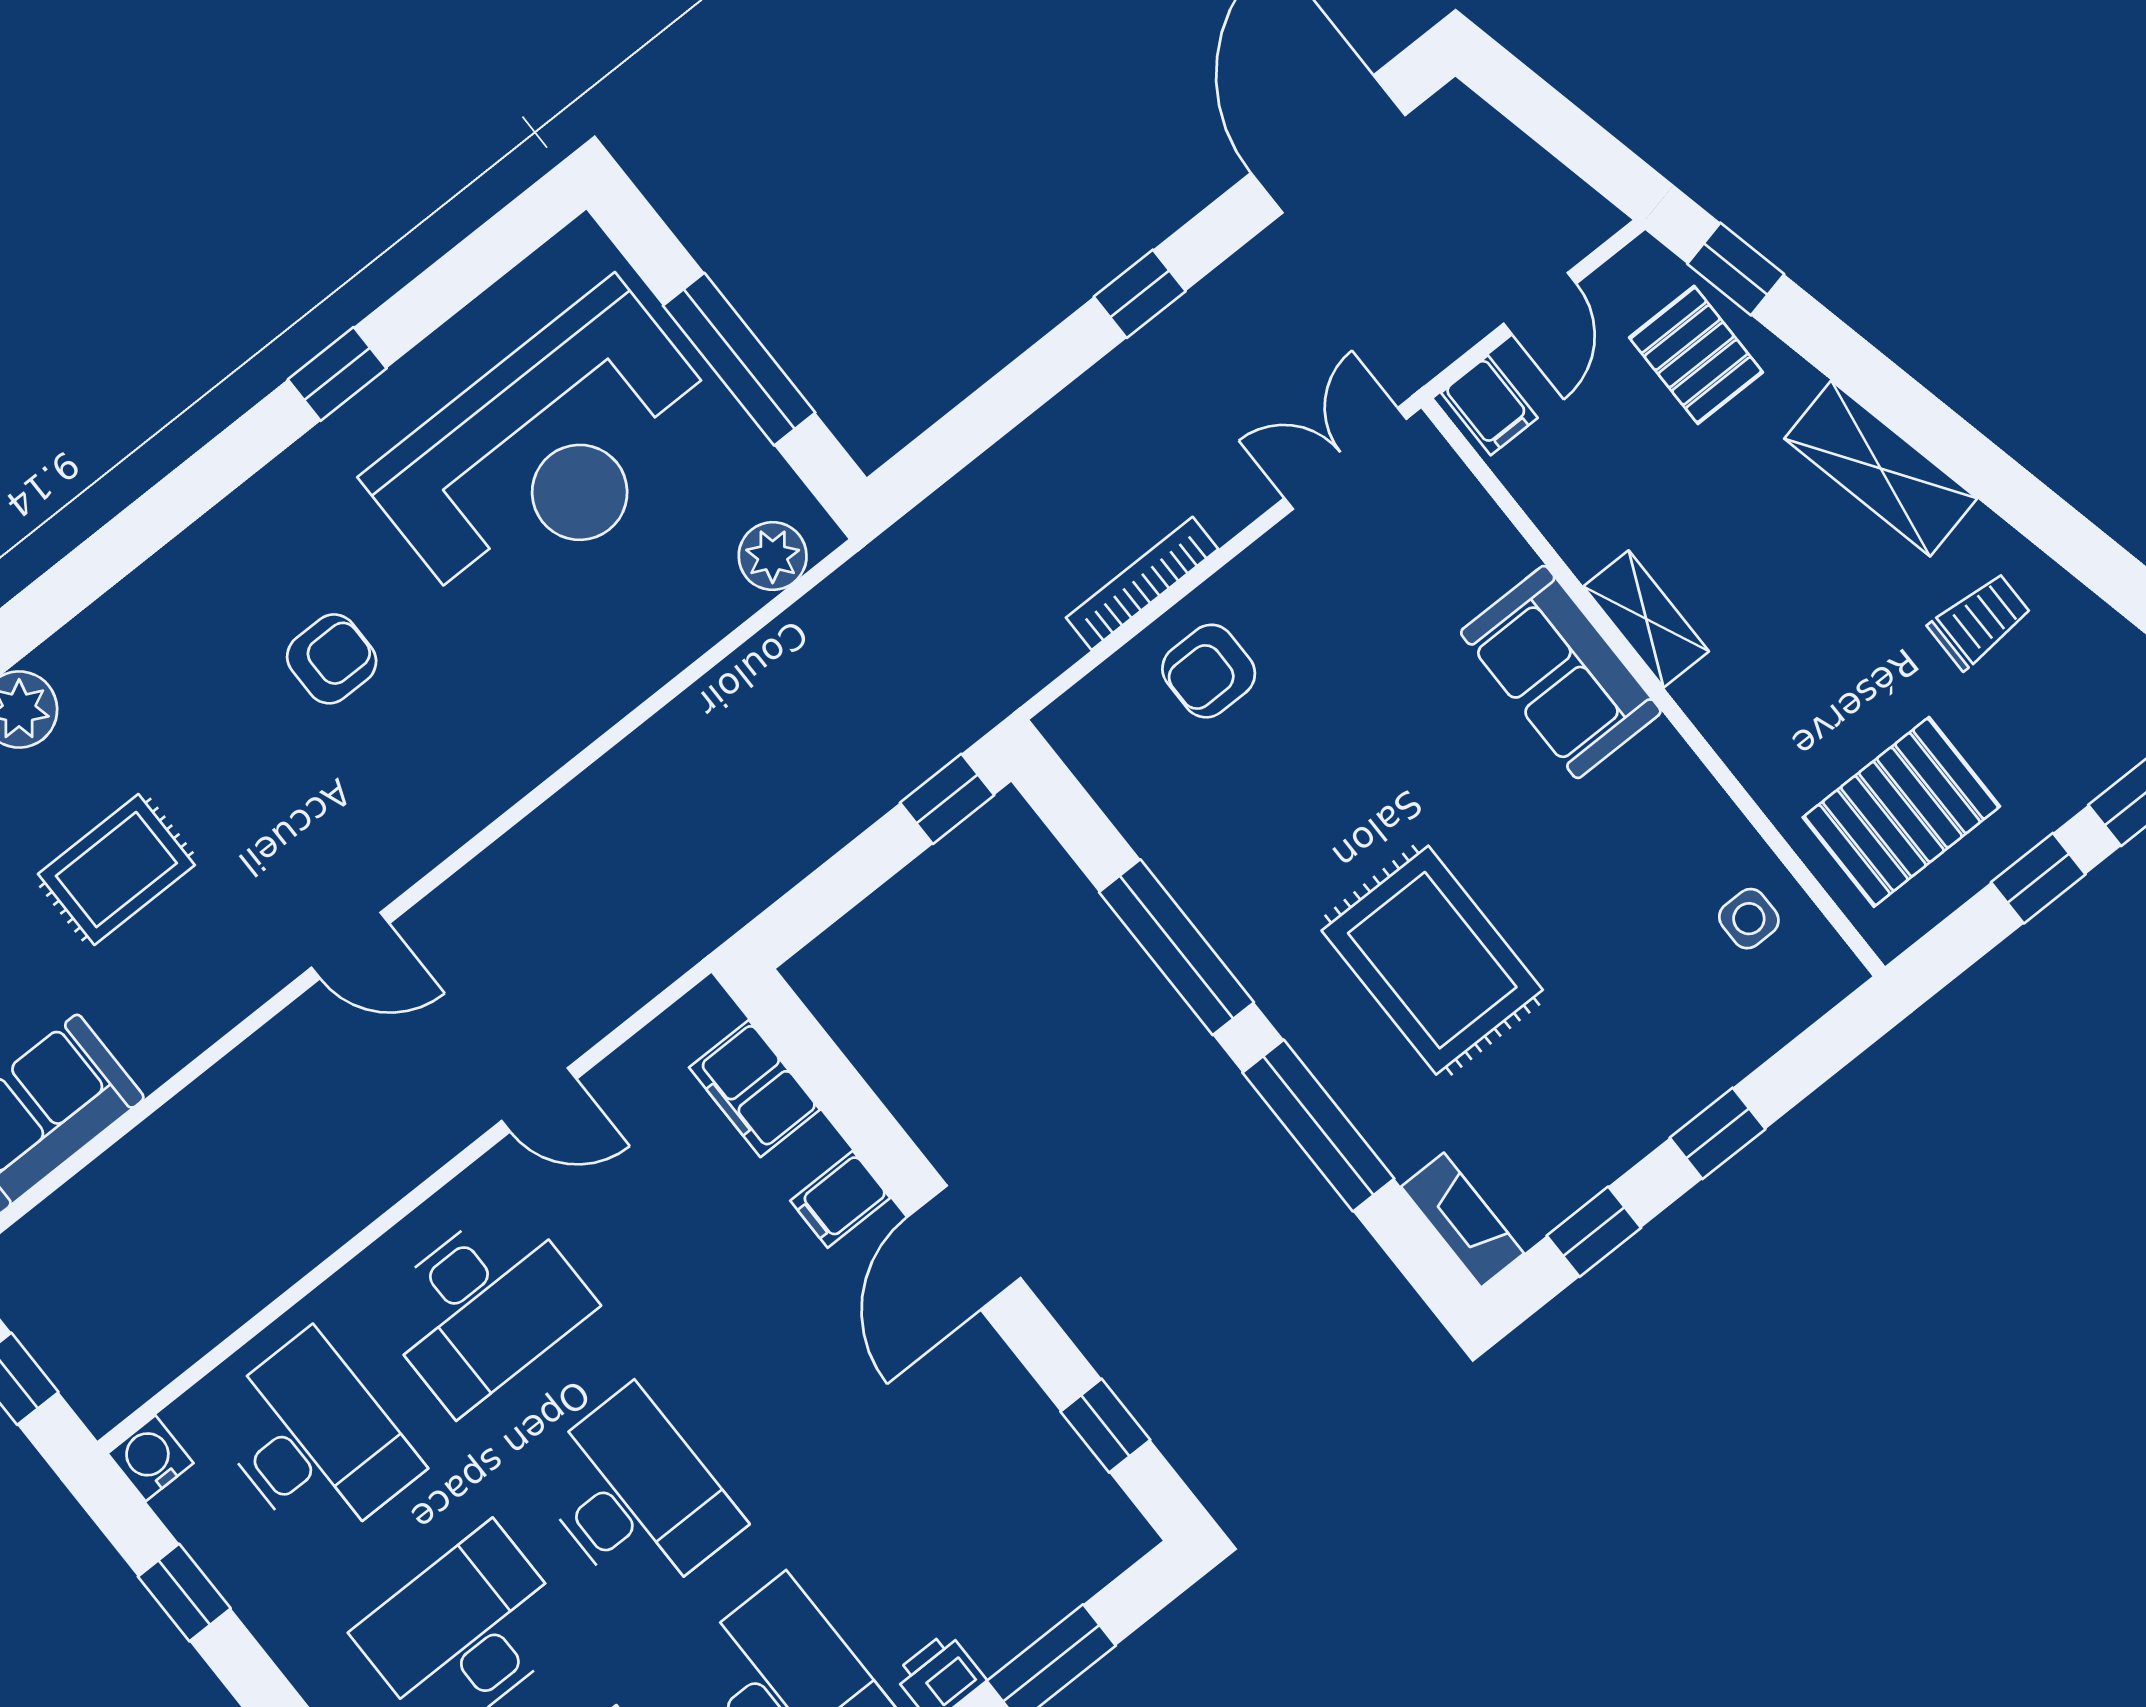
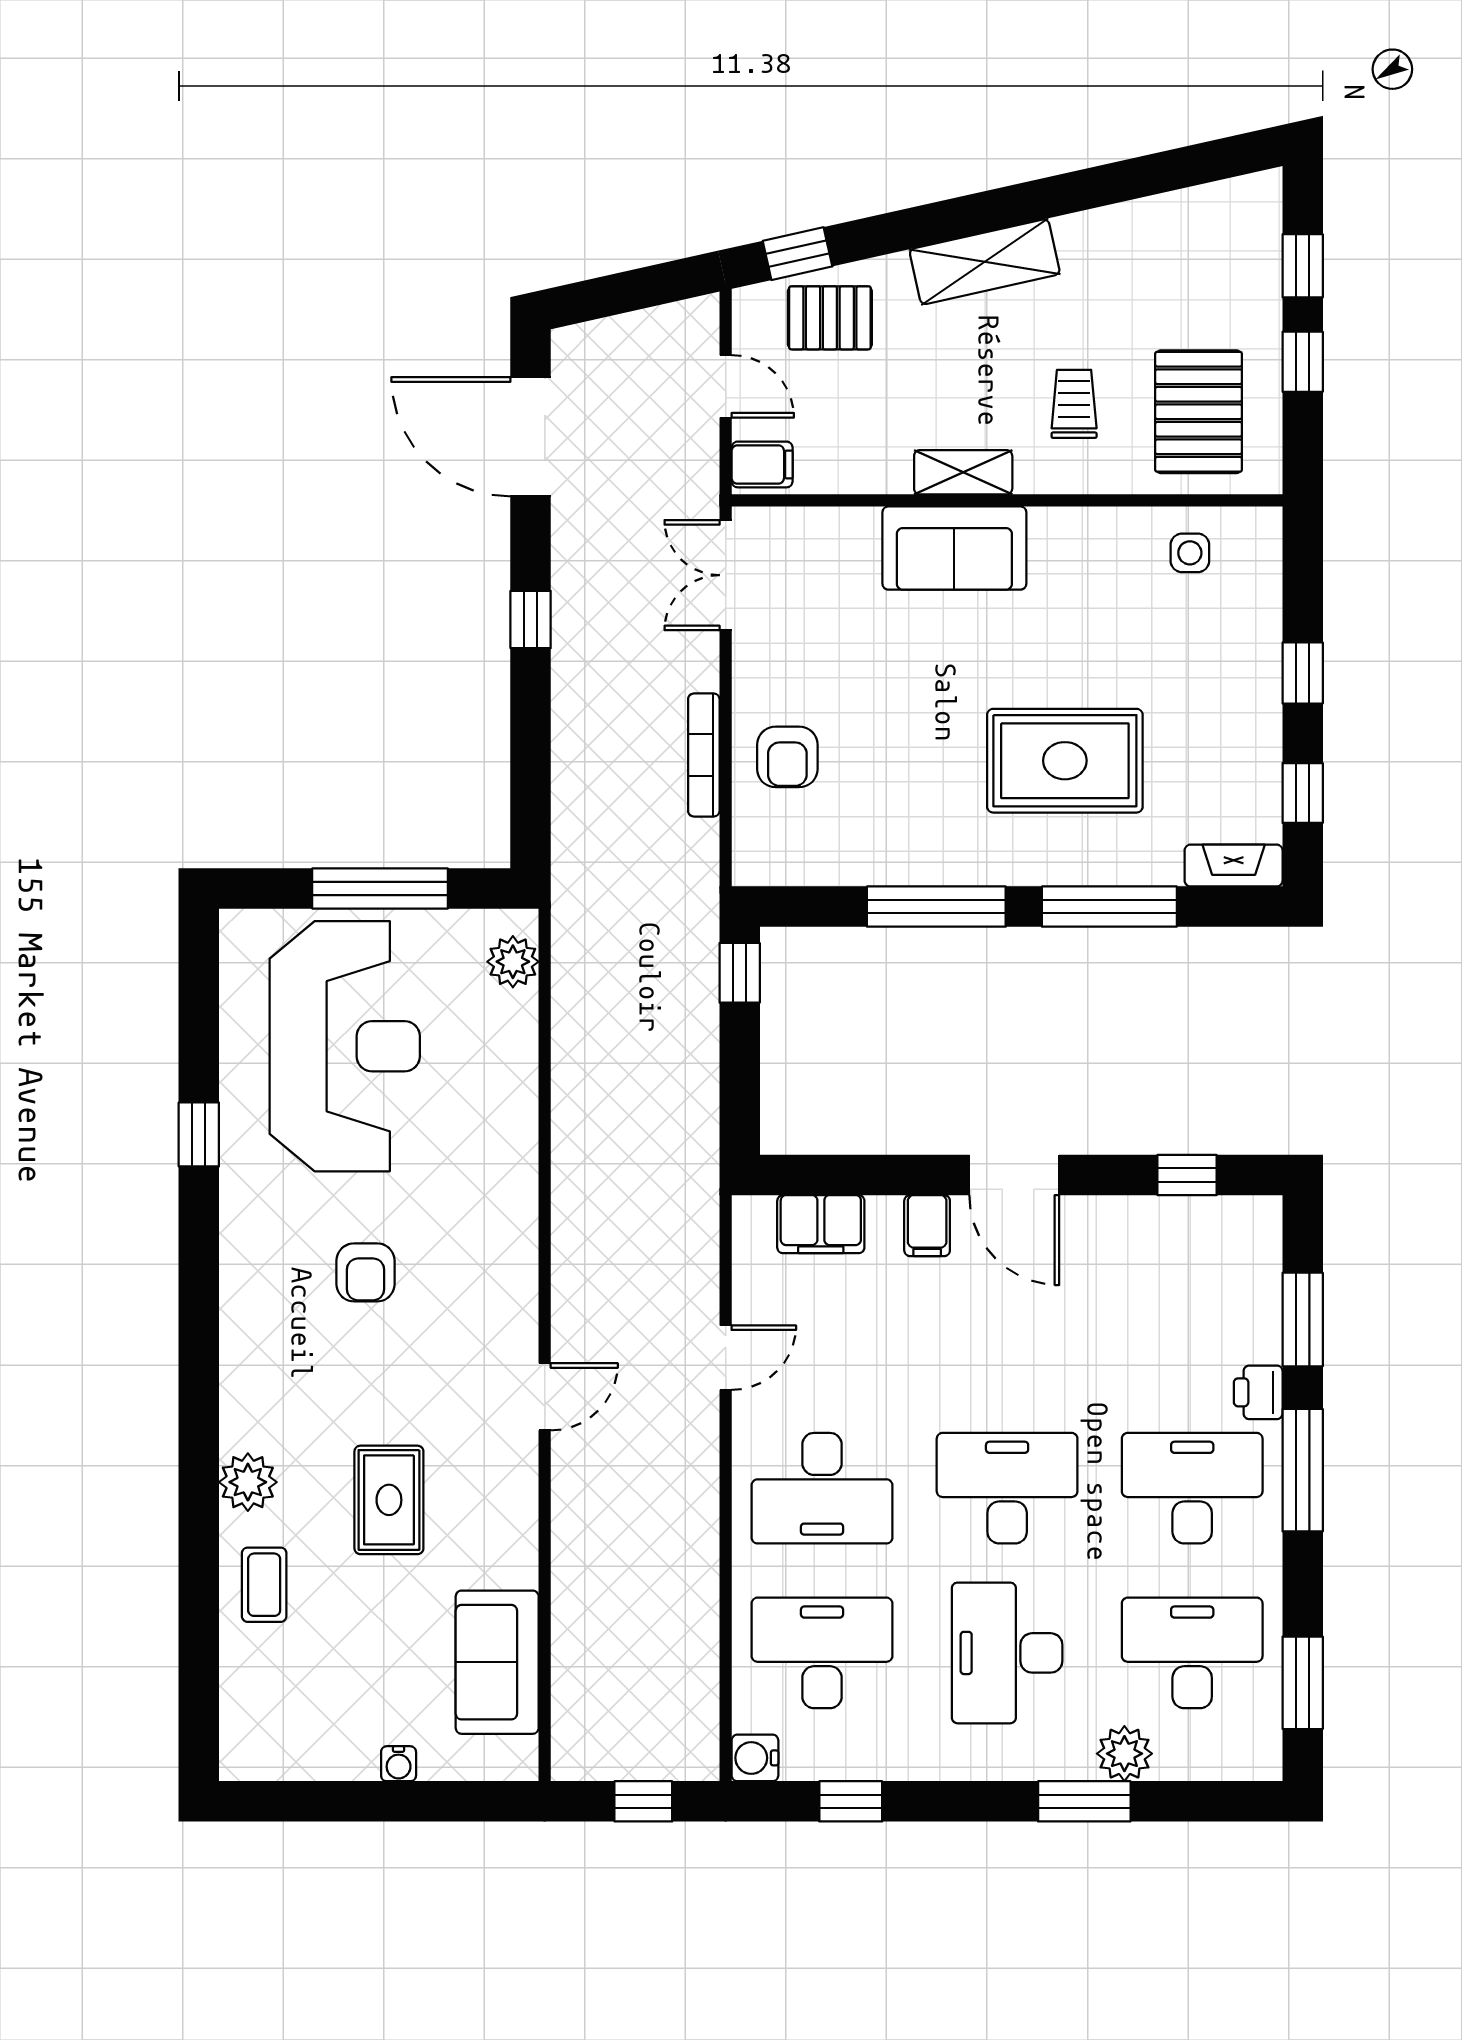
trolley: (1980, 621) -> (1074, 404), moved
armchair: (332, 659) -> (366, 1272), turned 180
desk: (483, 1306) -> (822, 1488), turned 90

